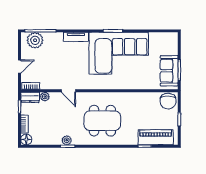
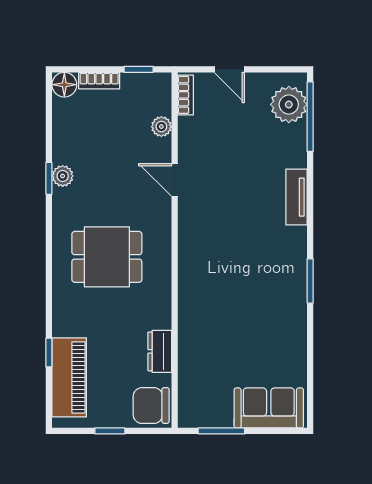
corner sofa: (119, 53) -> (259, 294), removed
sofa: (169, 71) -> (269, 408), moved
door: (68, 91) -> (175, 180), hinge flipped
dresser: (30, 97) -> (160, 351), moved
dining table: (102, 121) -> (107, 257), width x0.73

